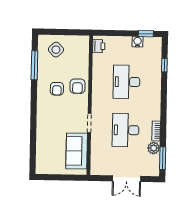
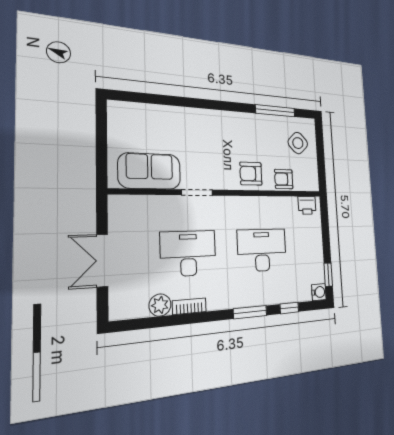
water cooler: (137, 42) -> (319, 292), moved
armchair: (57, 89) -> (284, 179), moved
window: (163, 158) -> (250, 312), moved

